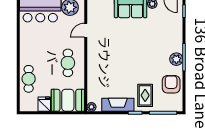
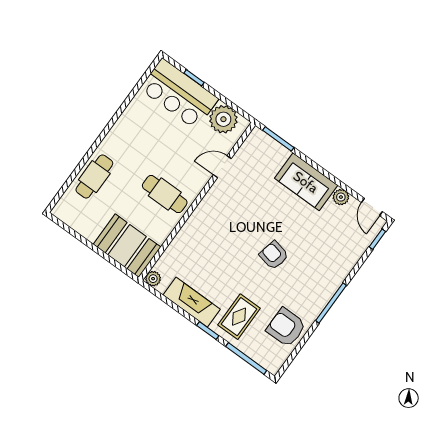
armchair: (141, 54) -> (274, 255), added
plant: (176, 59) -> (318, 298), removed
cafe table: (68, 63) -> (165, 194), turned 90
armchair: (171, 84) -> (286, 327), turned -90
fridge: (44, 104) -> (91, 227), removed

